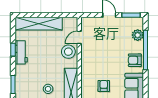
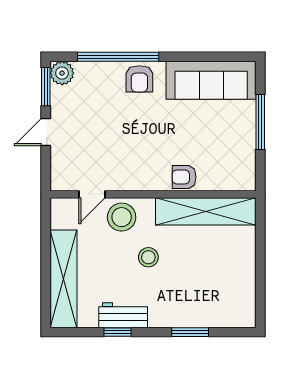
plant: (138, 35) -> (62, 73), moved
door: (79, 37) -> (92, 194), hinge flipped
armchair: (104, 86) -> (184, 177), moved
stool: (48, 89) -> (148, 257), moved

